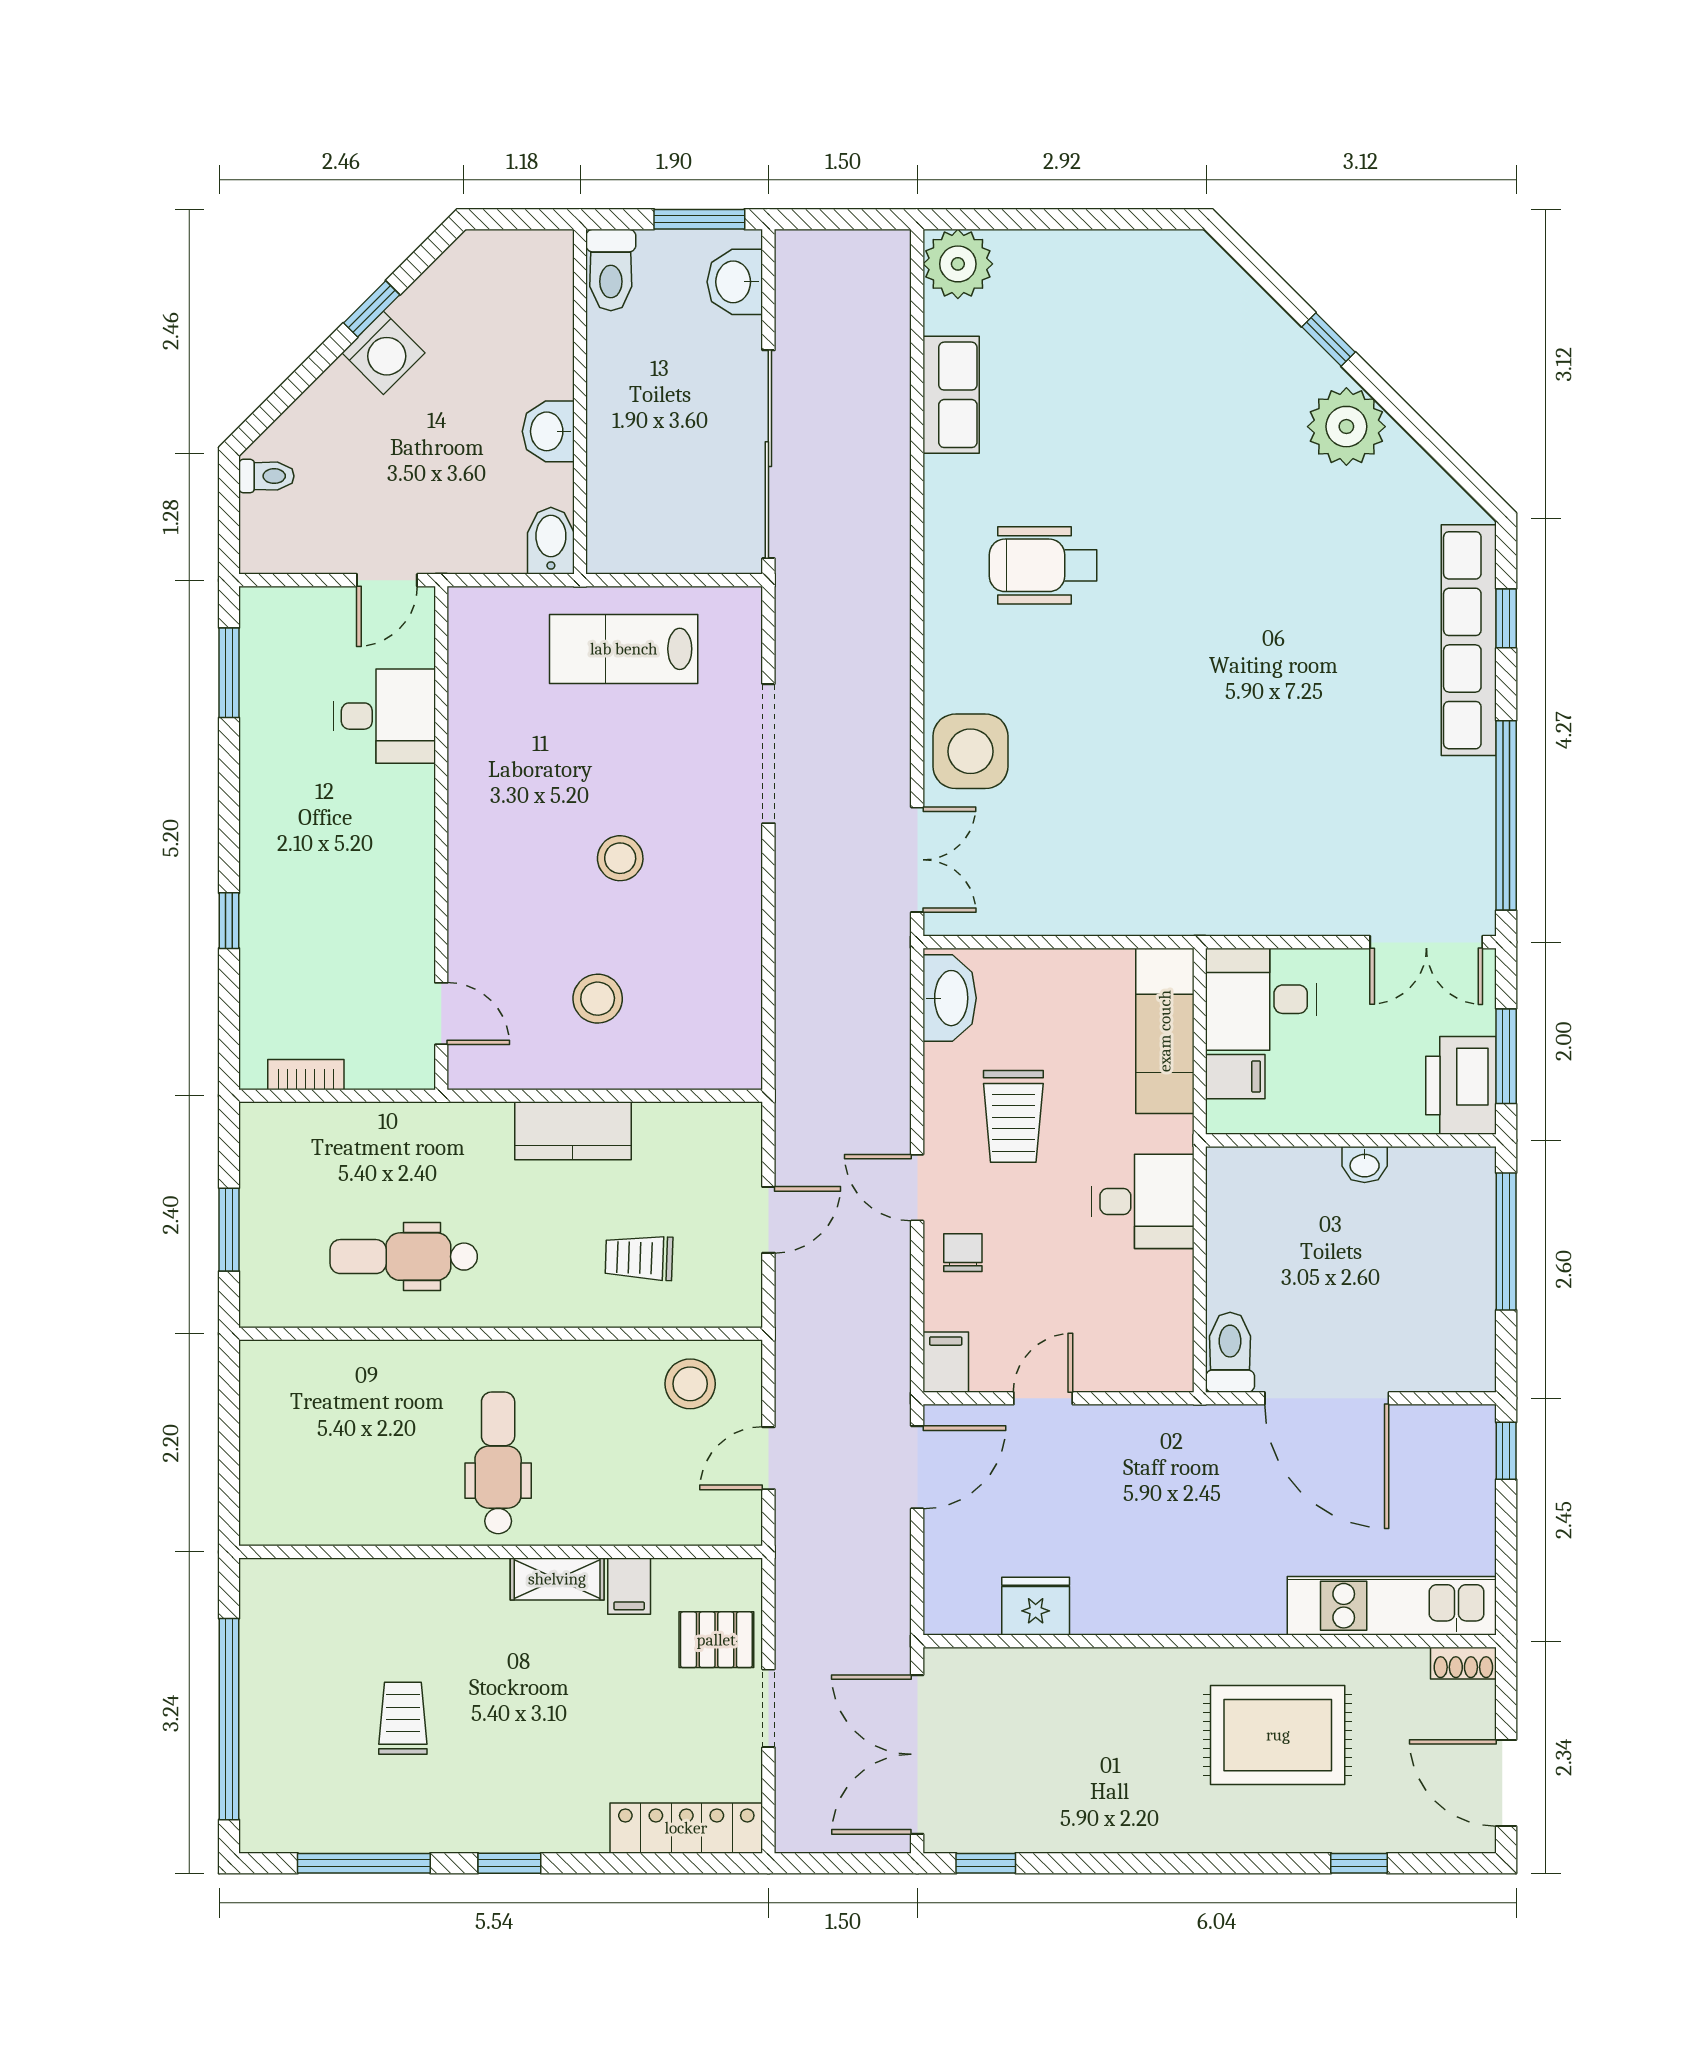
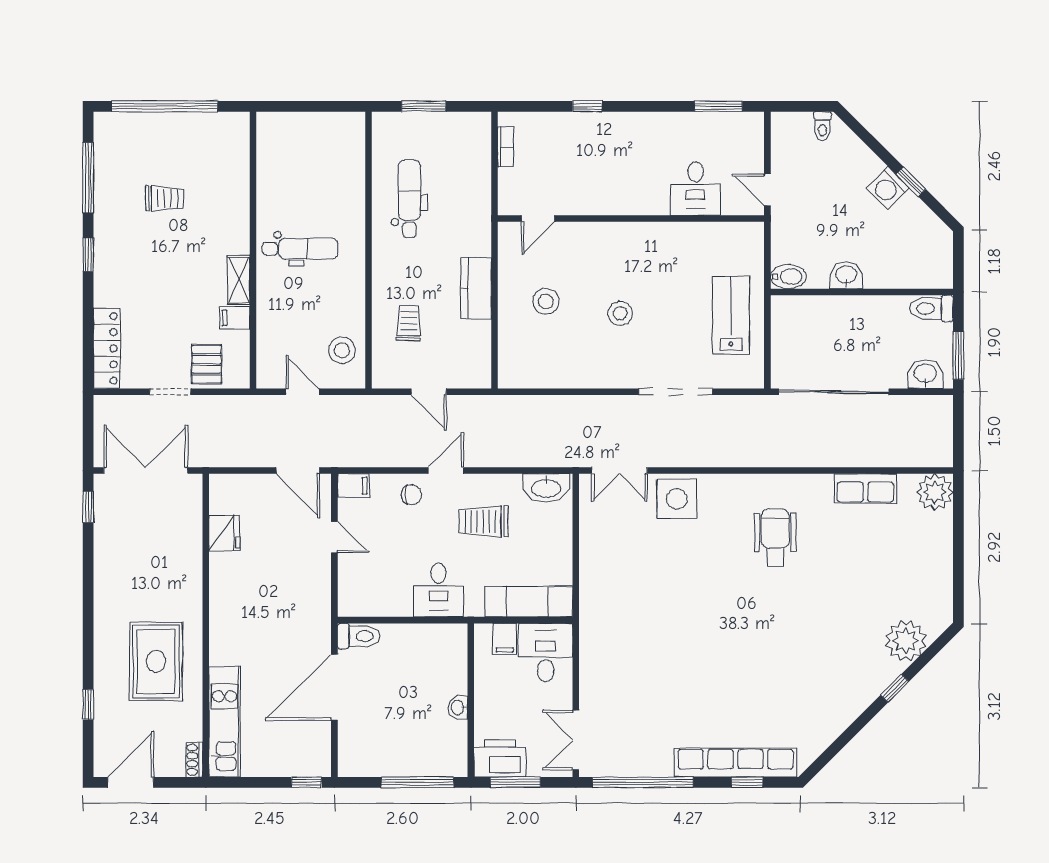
plant: (1346, 427) -> (906, 641), moved

